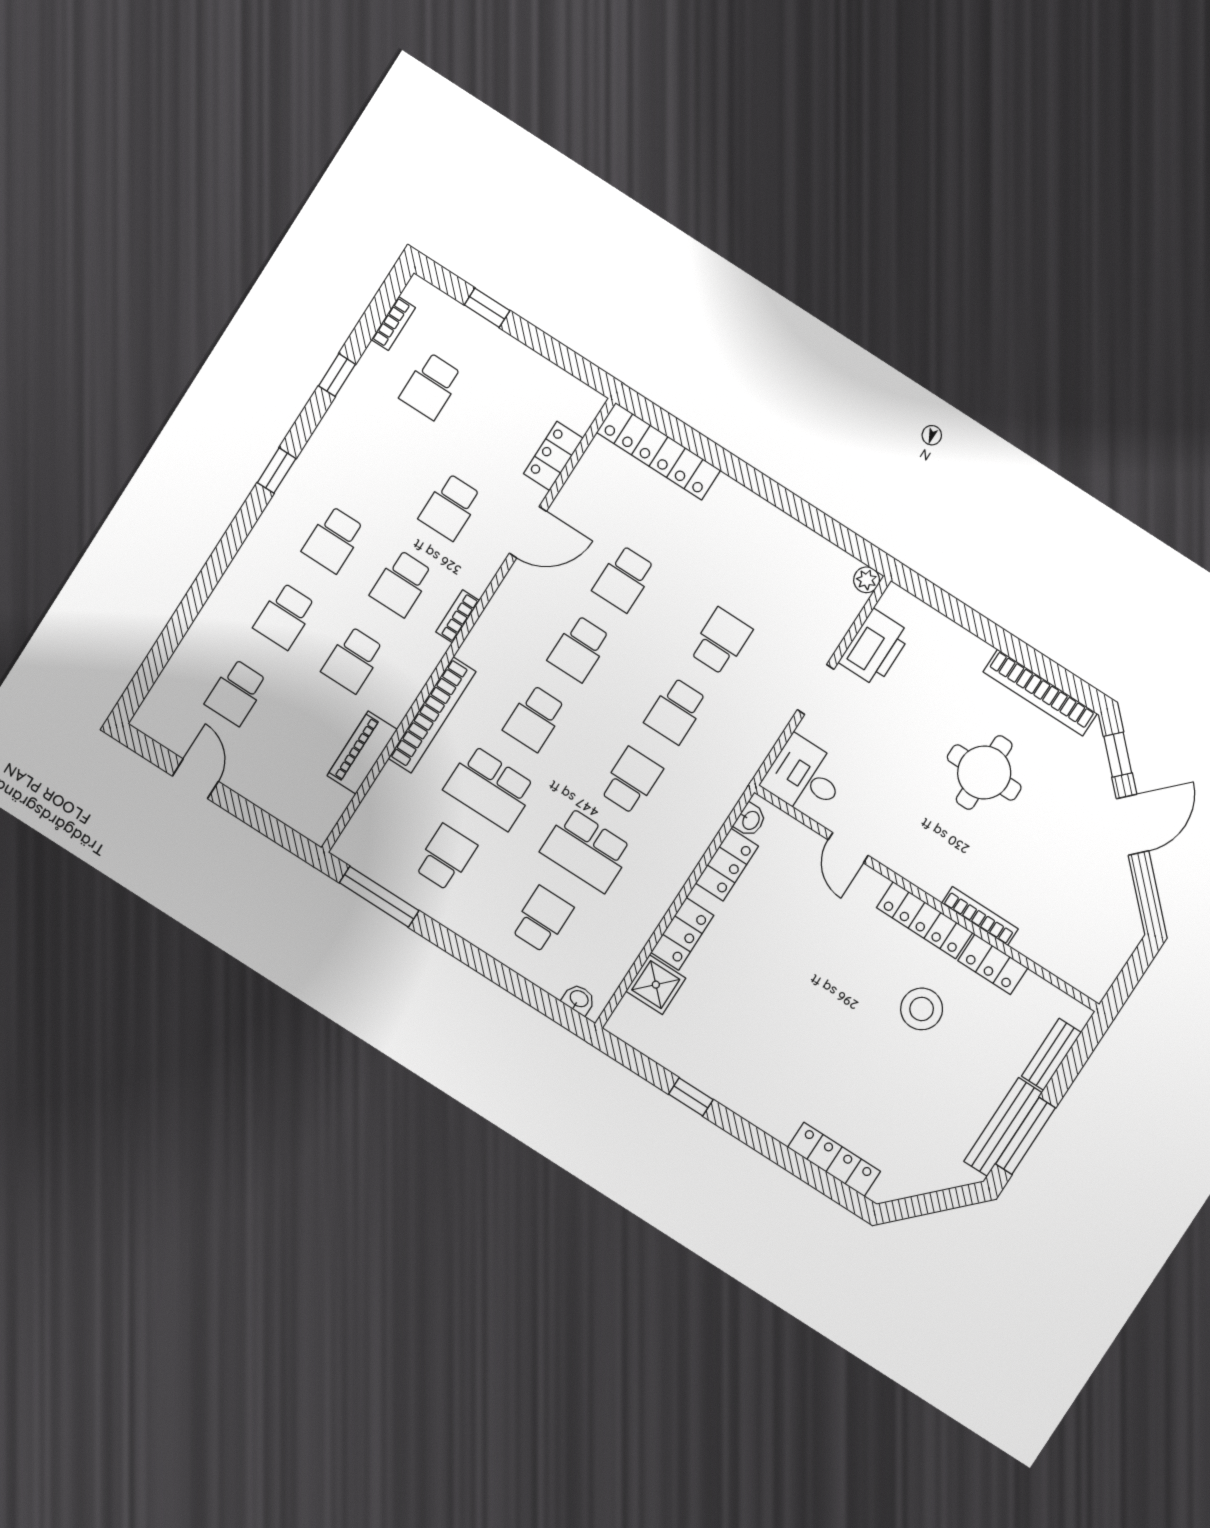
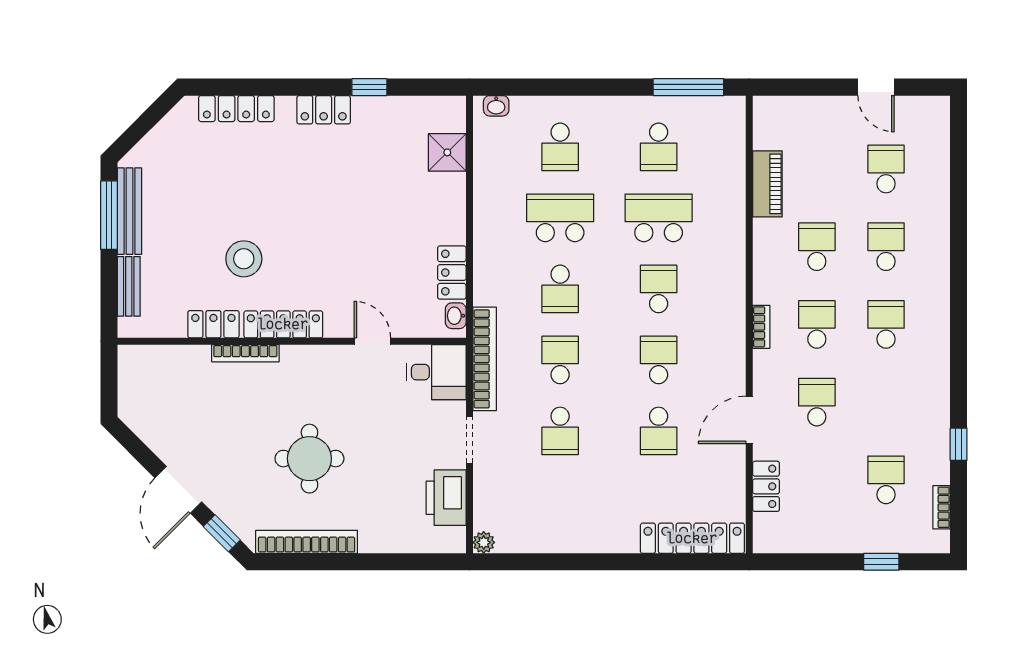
window: (277, 471) -> (959, 348), removed
school desk: (624, 579) -> (659, 431), turned 180
bookcase: (432, 715) -> (485, 359), moved, turned 180
locker: (682, 934) -> (324, 110), moved, turned -90

